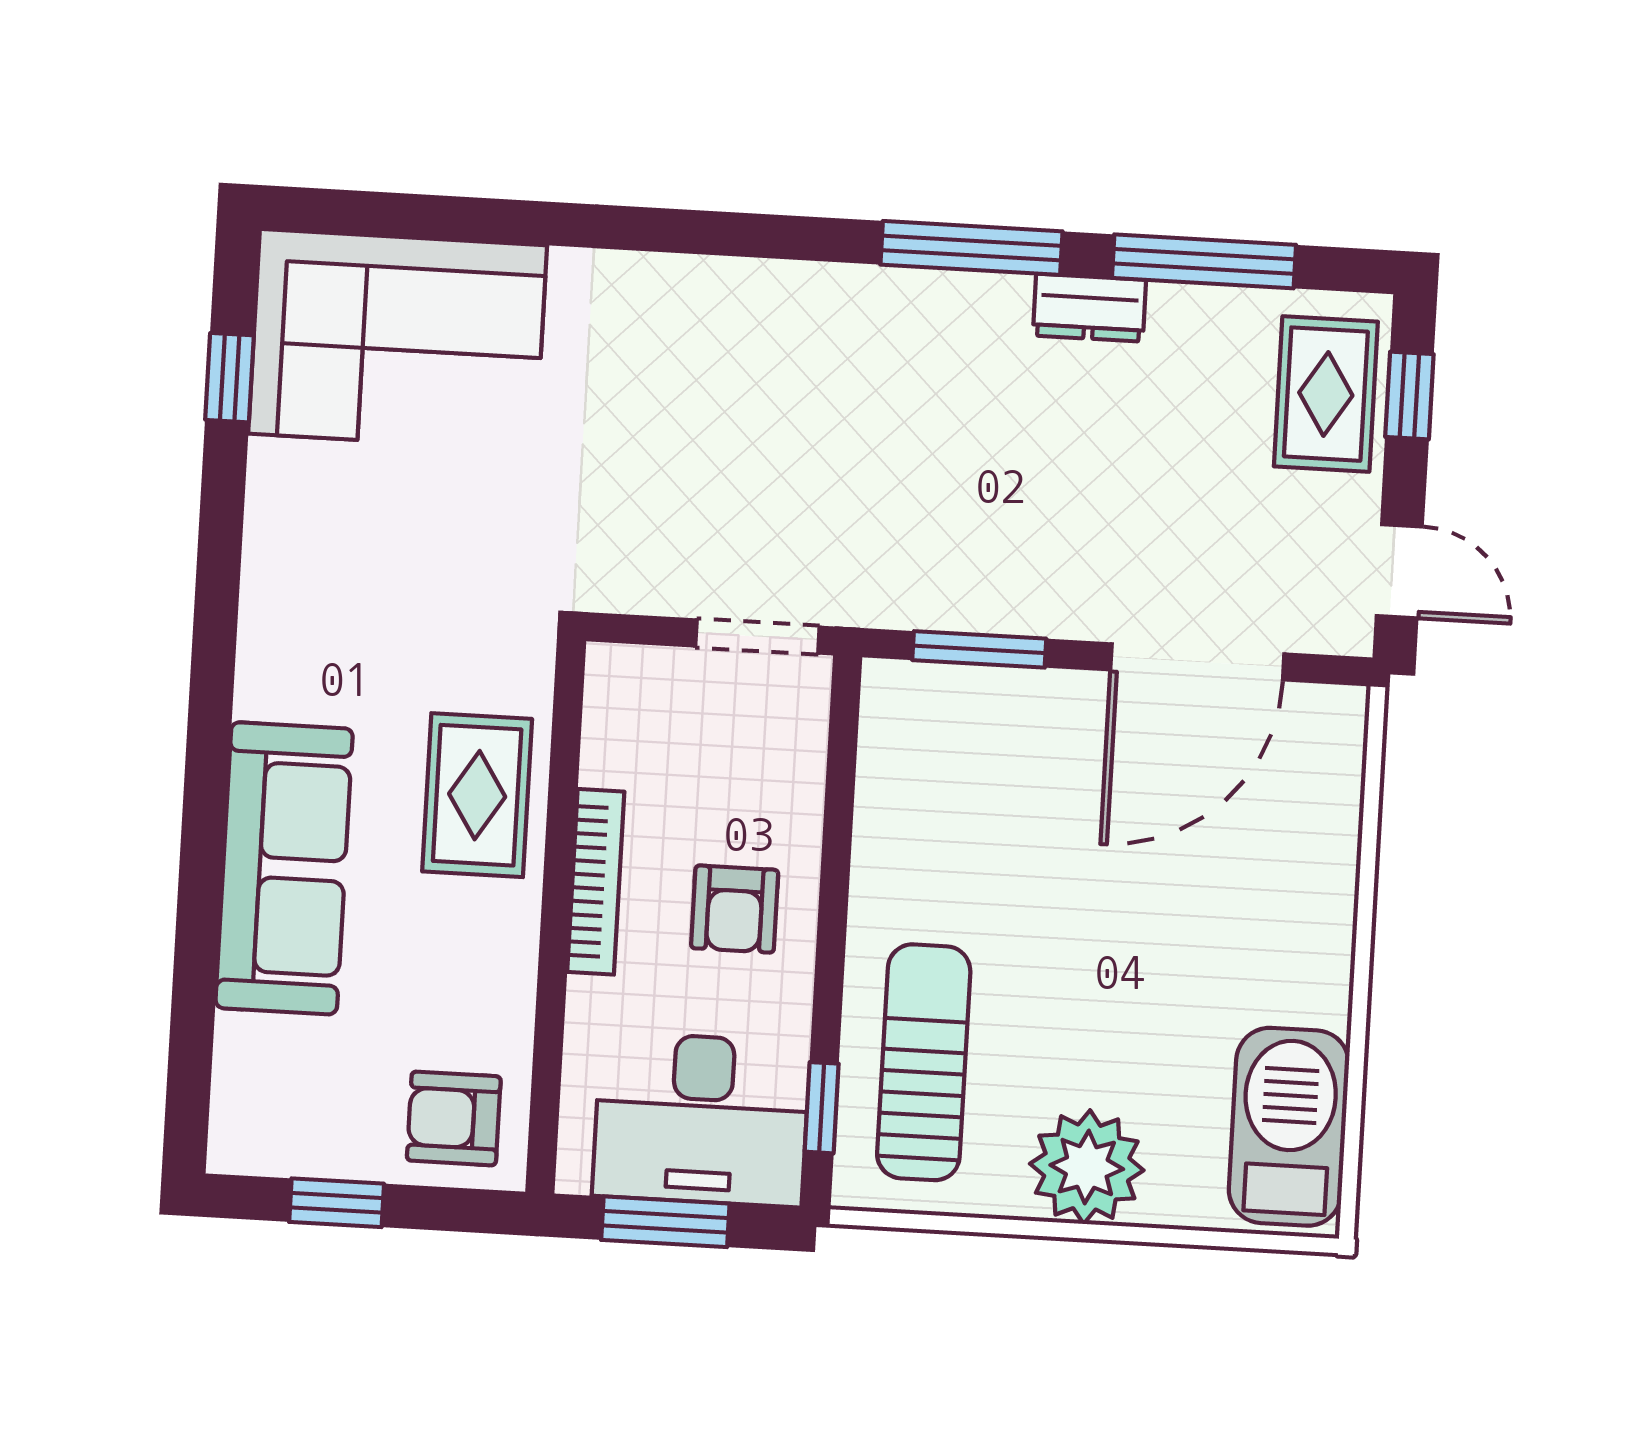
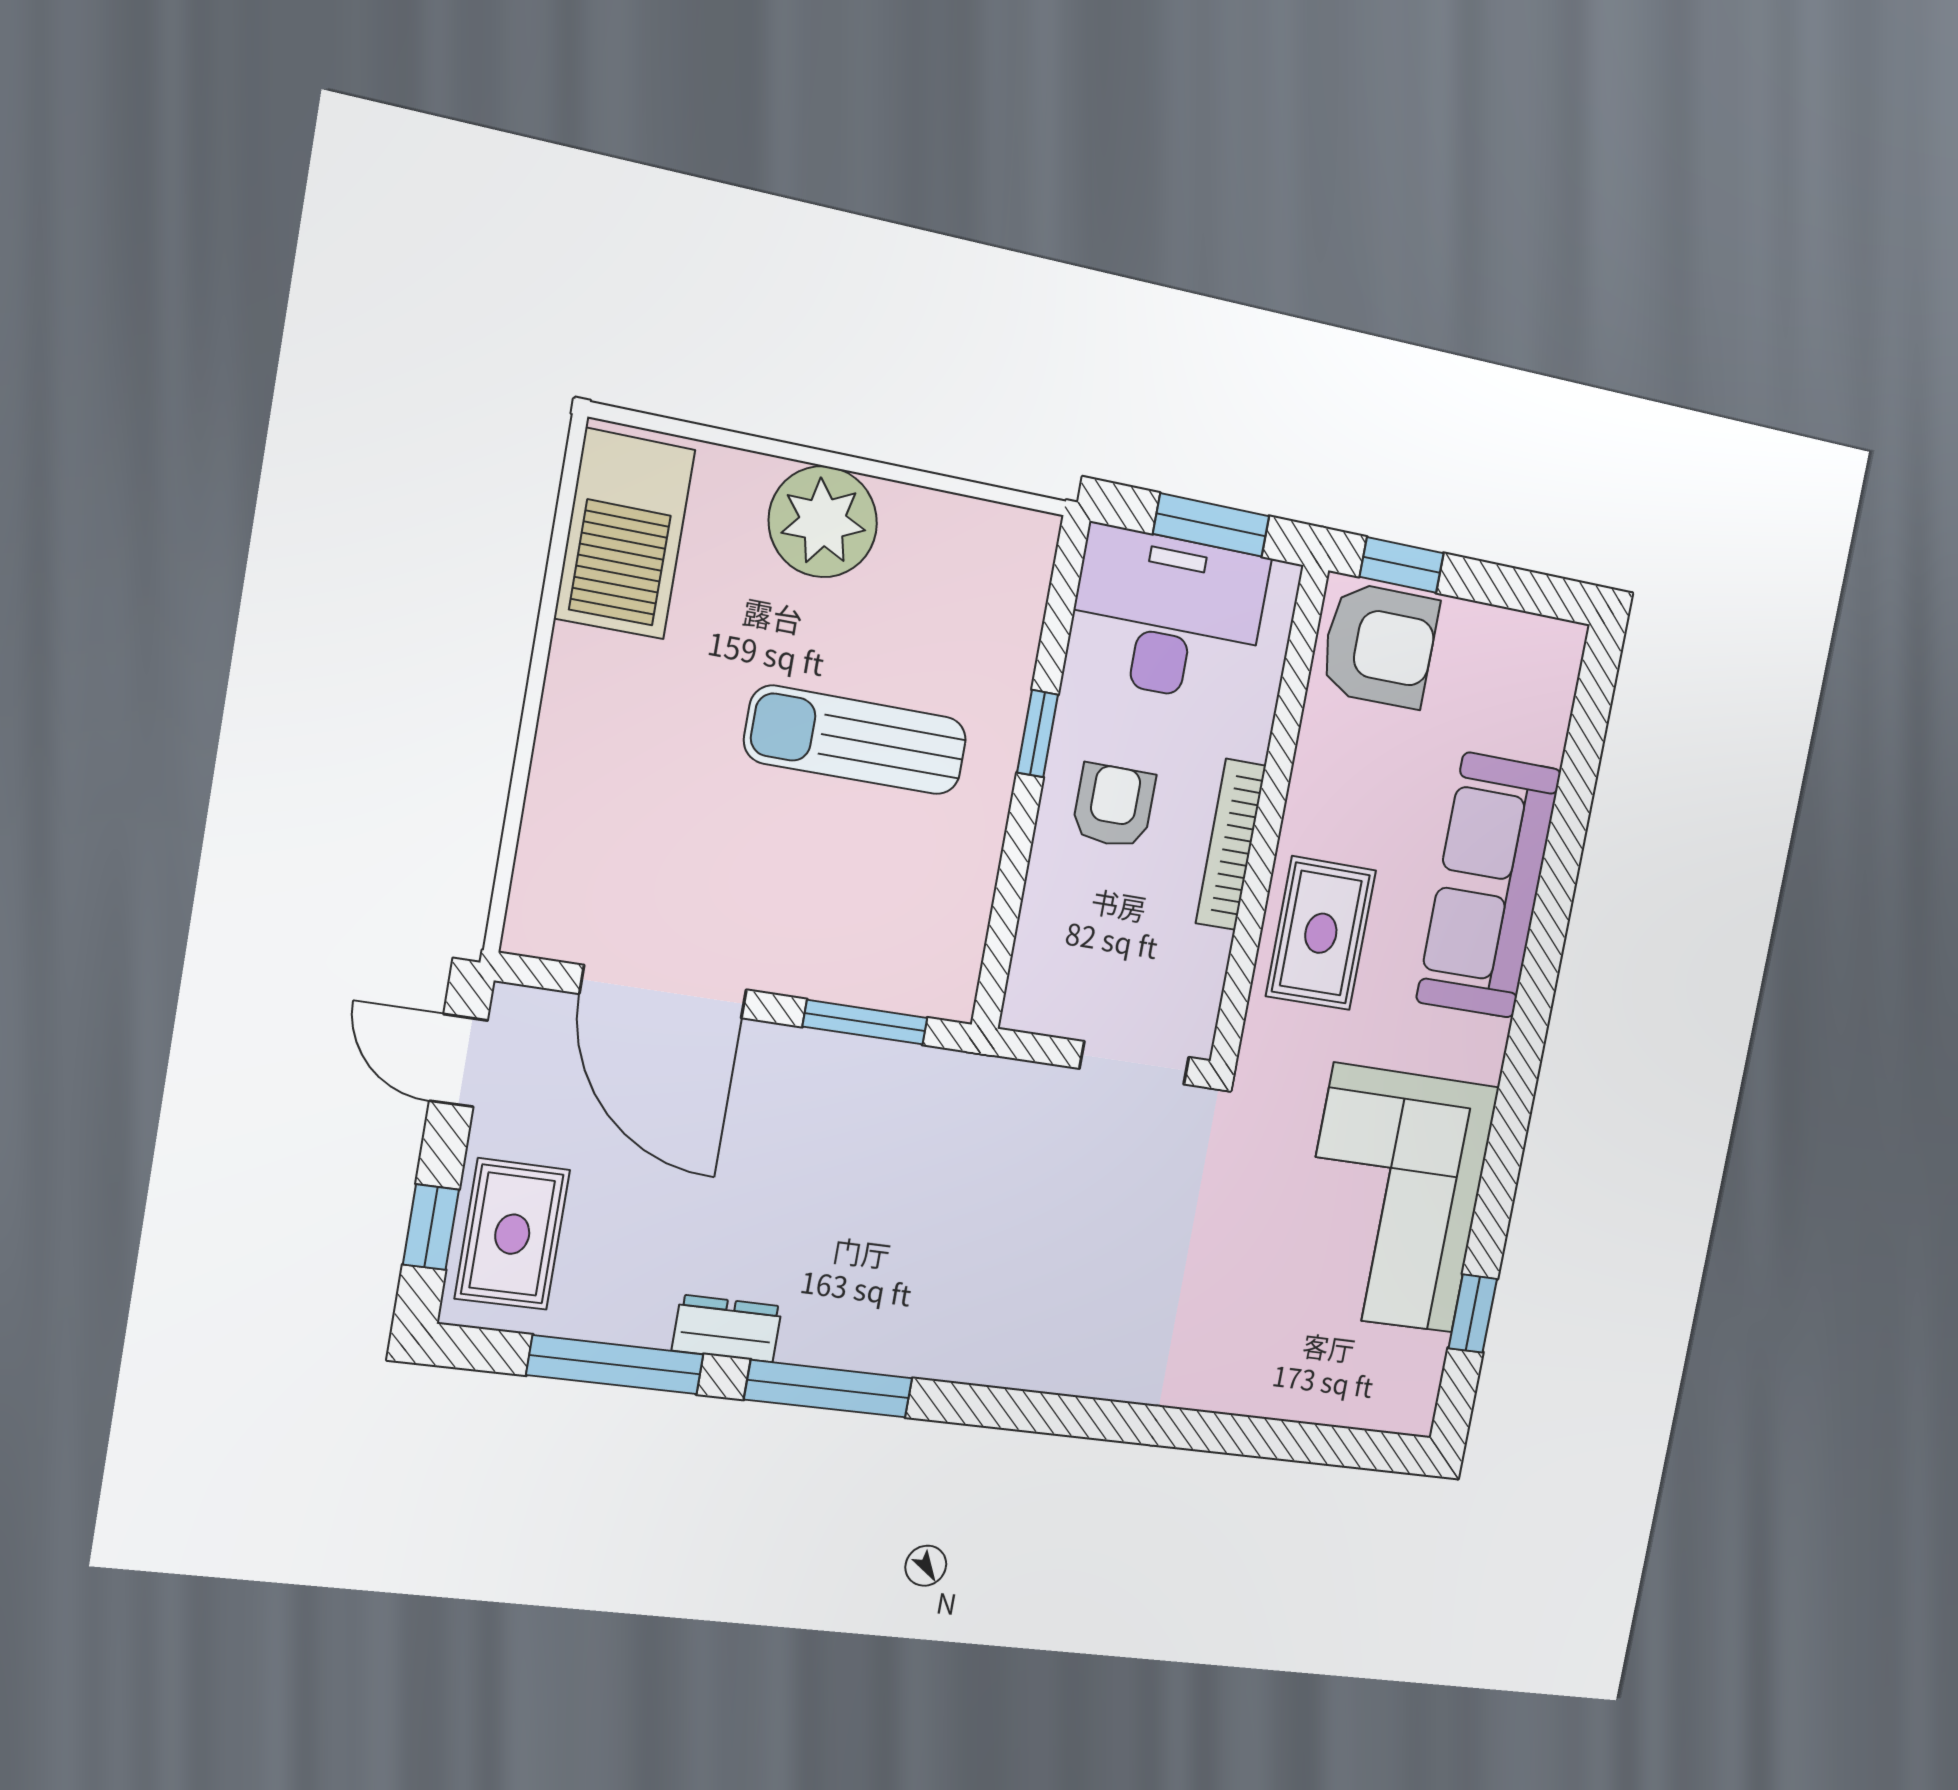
corner sofa: (398, 340) -> (1393, 1199), moved, turned -90
doorway: (757, 637) -> (1134, 1063), moved
door: (1197, 662) -> (663, 992), swing flipped
sun lounger: (924, 1062) -> (856, 740), moved, turned 90
window: (822, 1108) -> (1038, 734), moved
armchair: (454, 1118) -> (1379, 645), width x1.38, depth x1.38
window: (337, 1203) -> (1402, 565), moved

